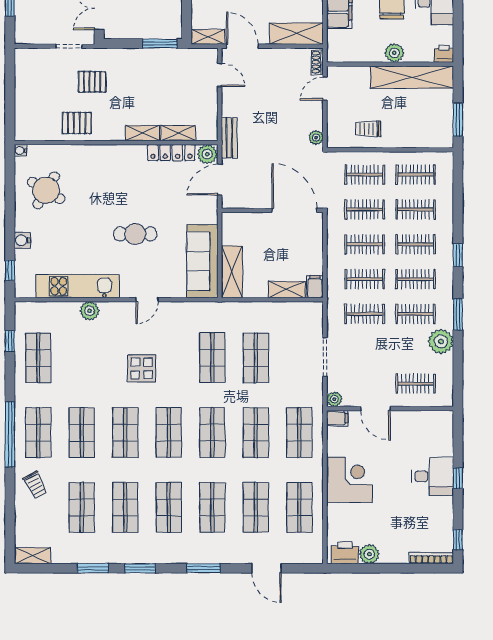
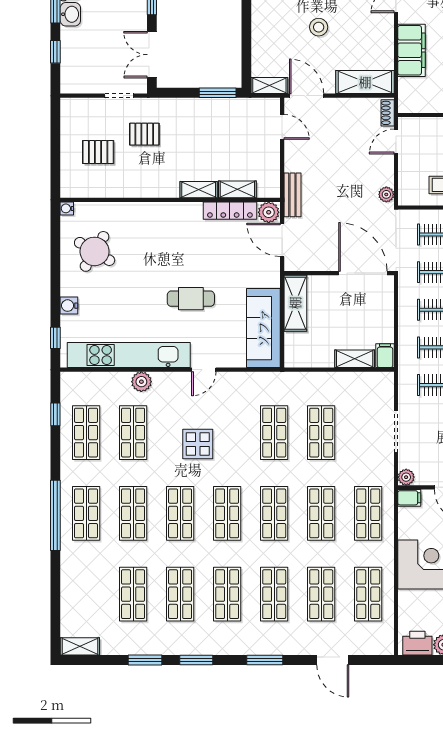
pallet: (77, 123) -> (98, 152), moved
door: (220, 180) -> (282, 240), hinge flipped
shelving: (232, 272) -> (295, 303), moved
kitchen unit: (78, 286) -> (129, 355), width x1.36
shop shelf: (82, 358) -> (133, 433), added
trolley: (36, 485) -> (83, 570), removed

